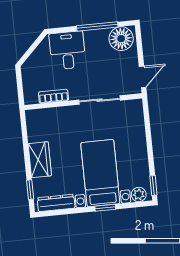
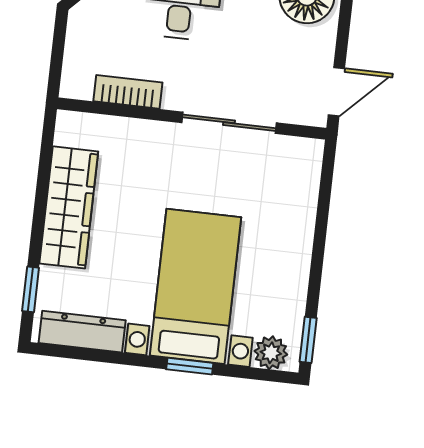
wardrobe: (40, 160) -> (69, 207), width x1.50

